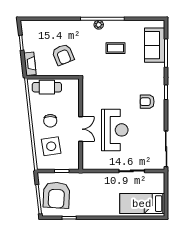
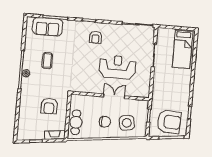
armchair: (63, 55) -> (49, 106), turned 112

